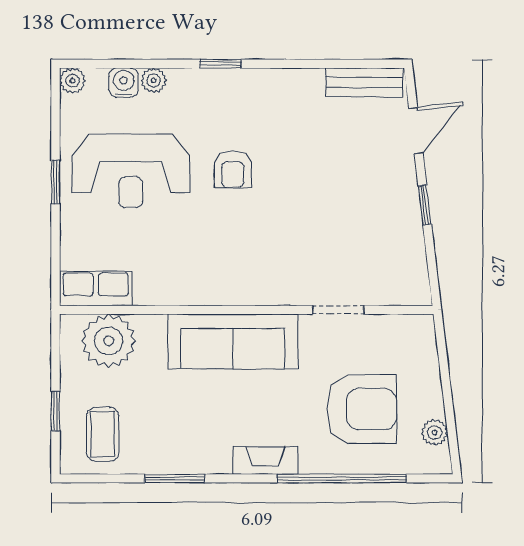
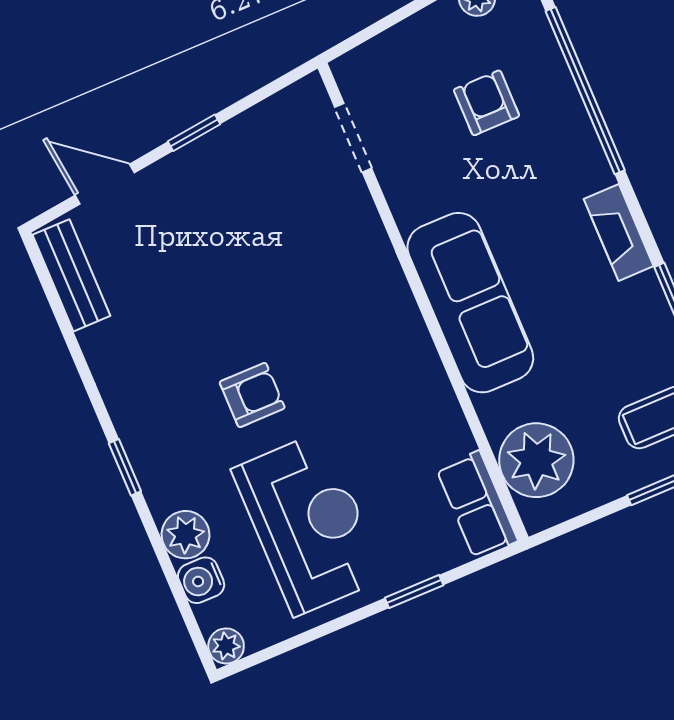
plant: (154, 80) -> (185, 535), width x1.38, depth x1.38
window: (56, 182) -> (414, 591), moved
doorway: (338, 310) -> (353, 138), moved
armchair: (362, 409) -> (487, 103), width x0.53, depth x0.53
fireplace: (265, 461) -> (619, 233), moved

